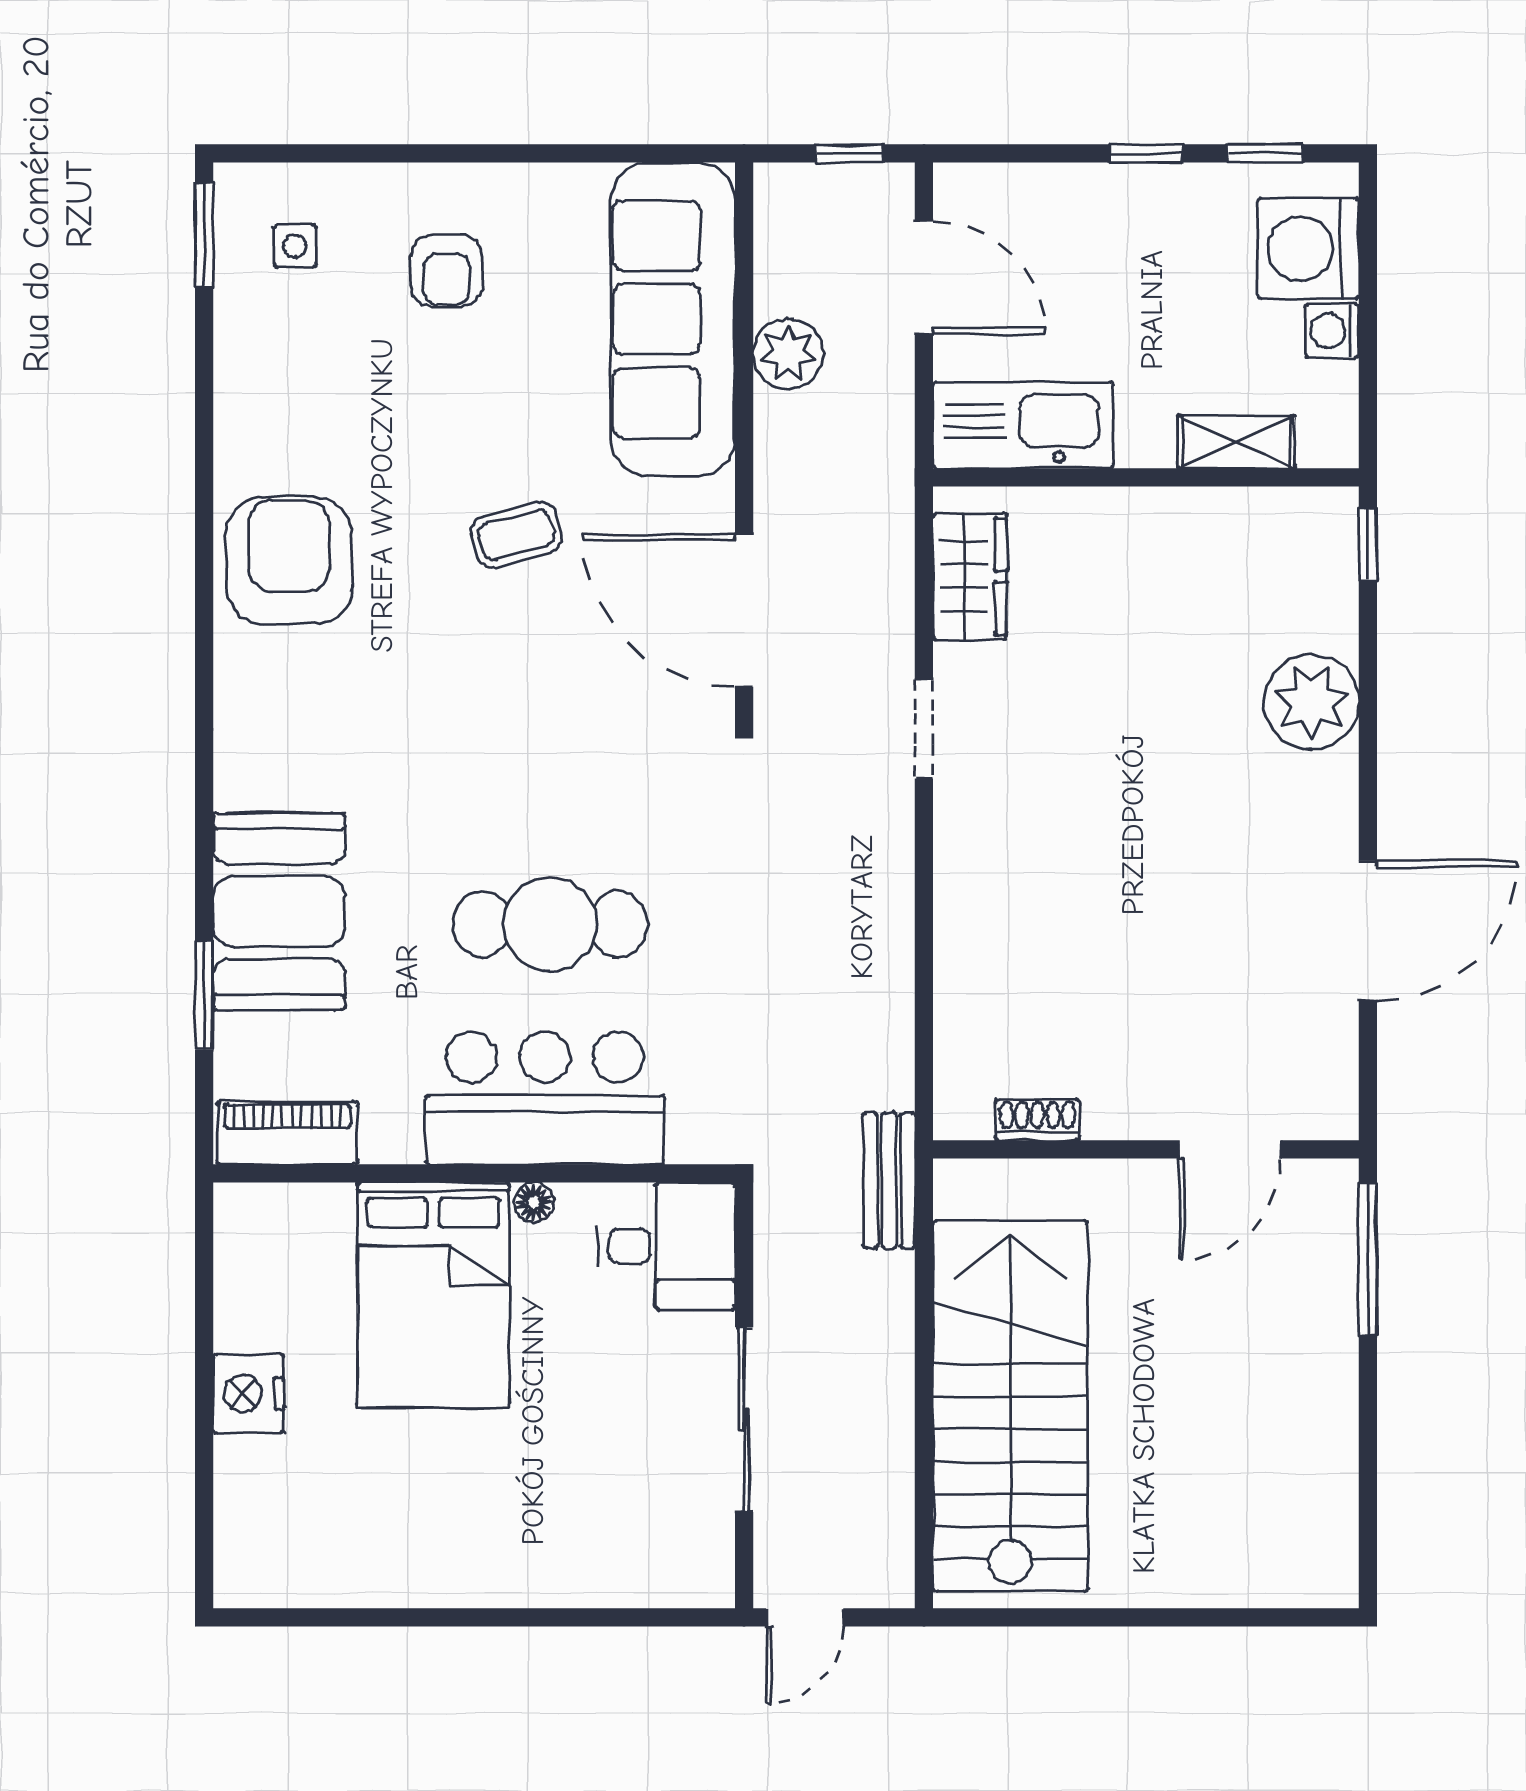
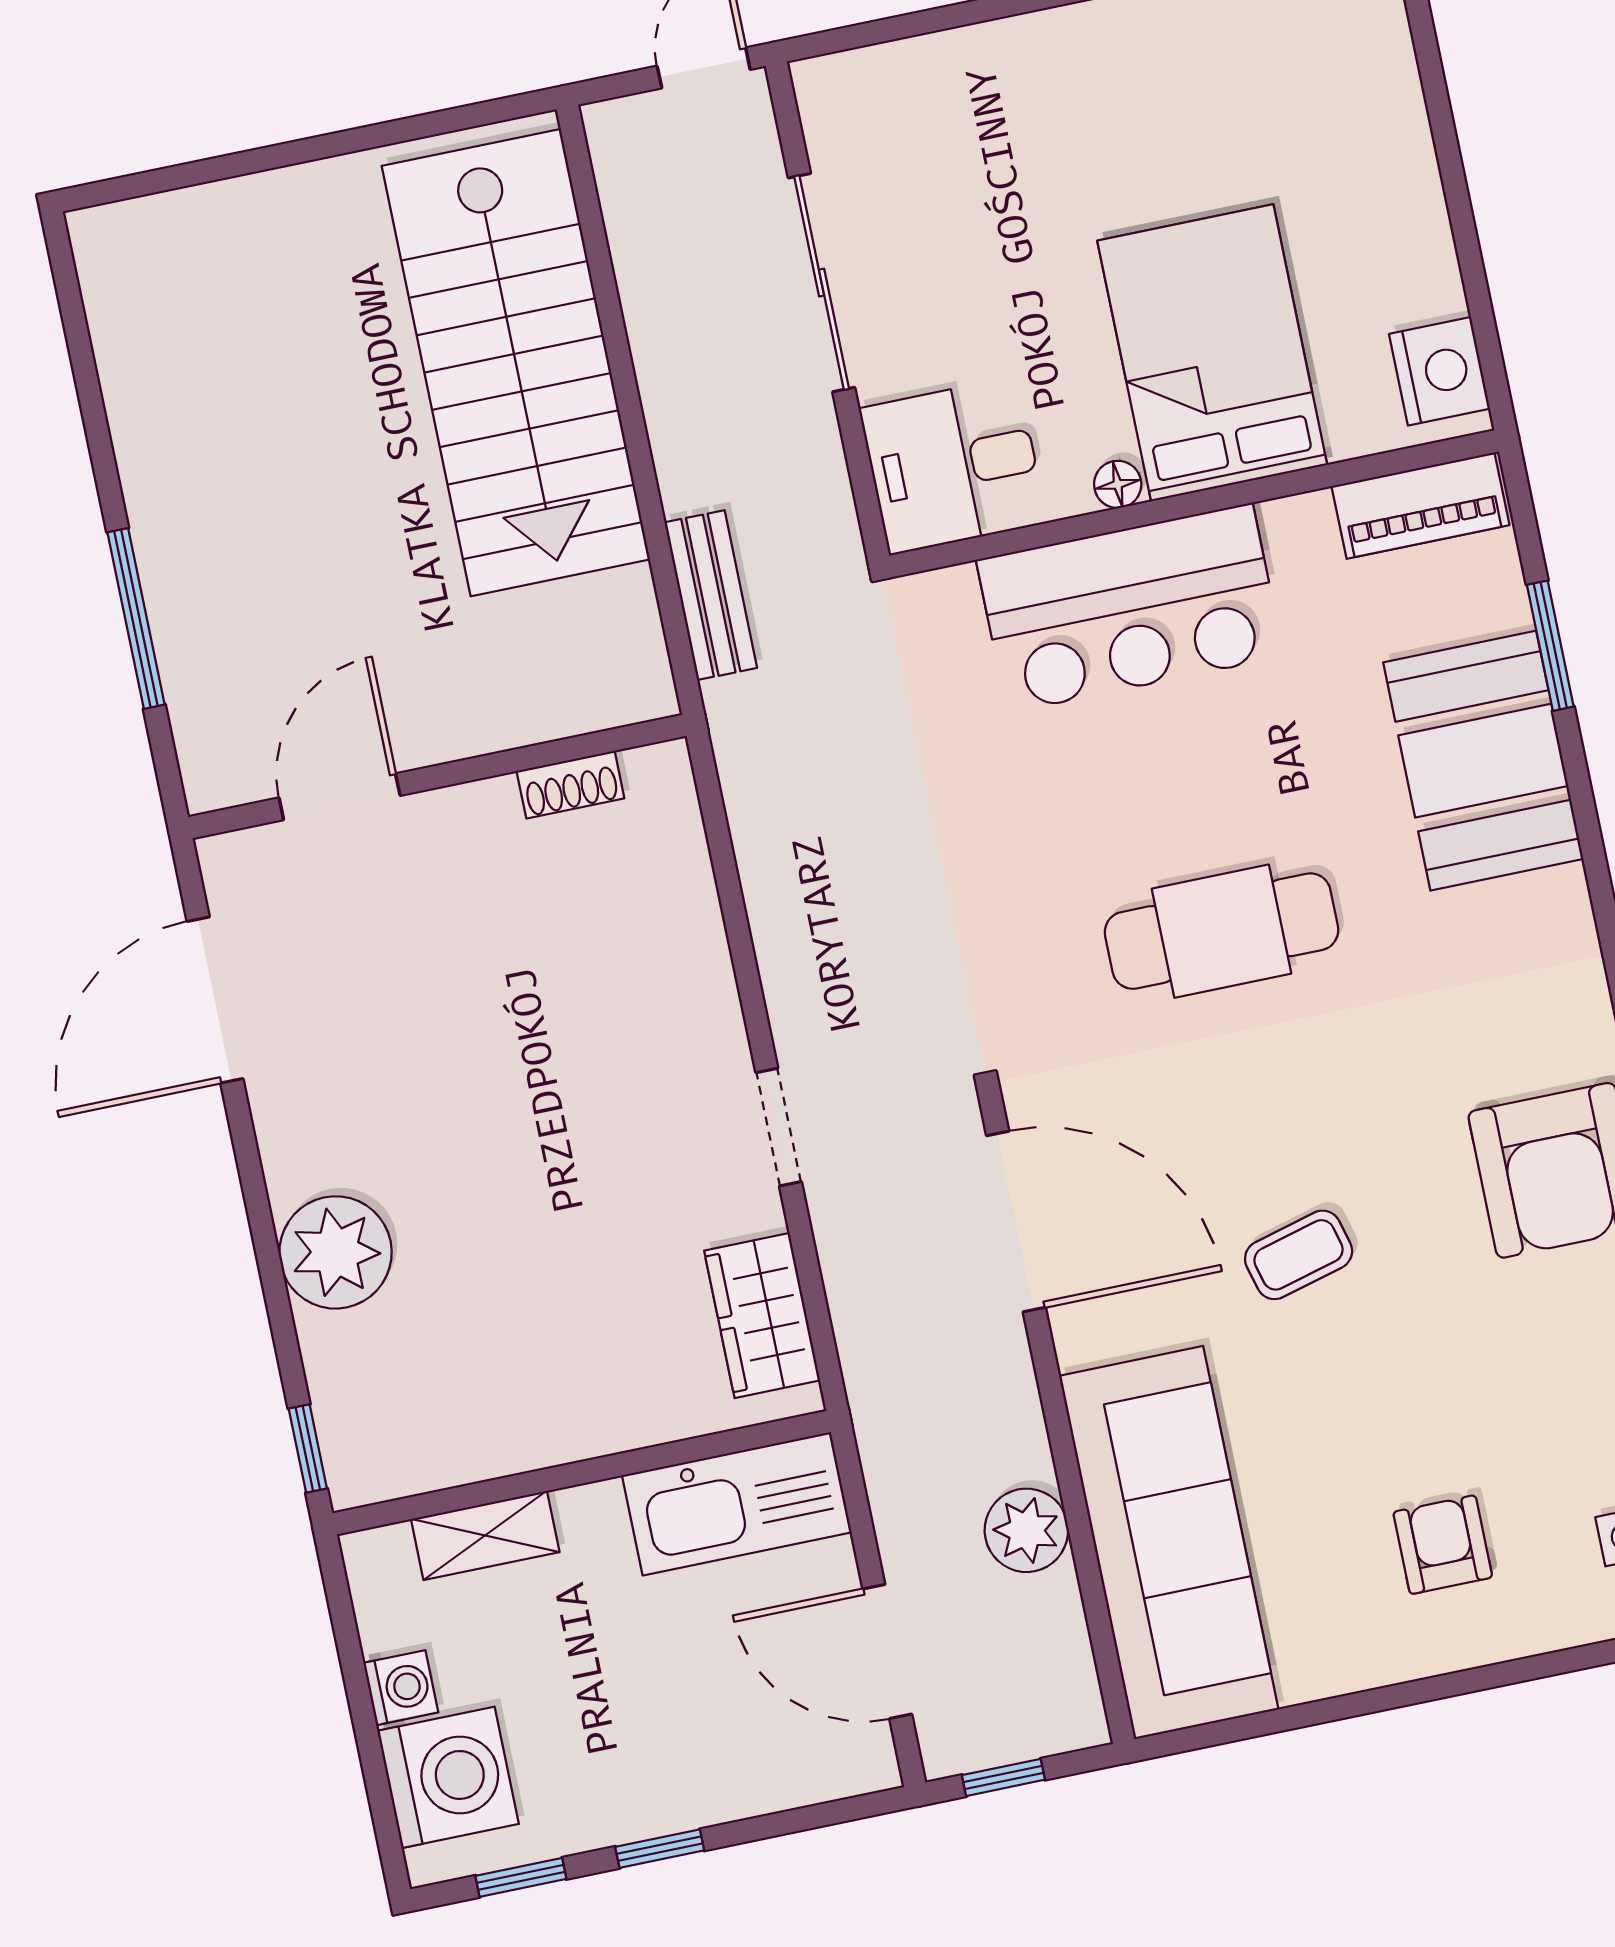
cafe table: (550, 924) -> (1222, 931), moved
shoe rack: (1037, 1120) -> (570, 785), moved
wall: (1146, 1149) -> (437, 776), moved
door: (1230, 1149) -> (340, 797), moved
nightstand: (249, 1394) -> (1440, 371), moved

